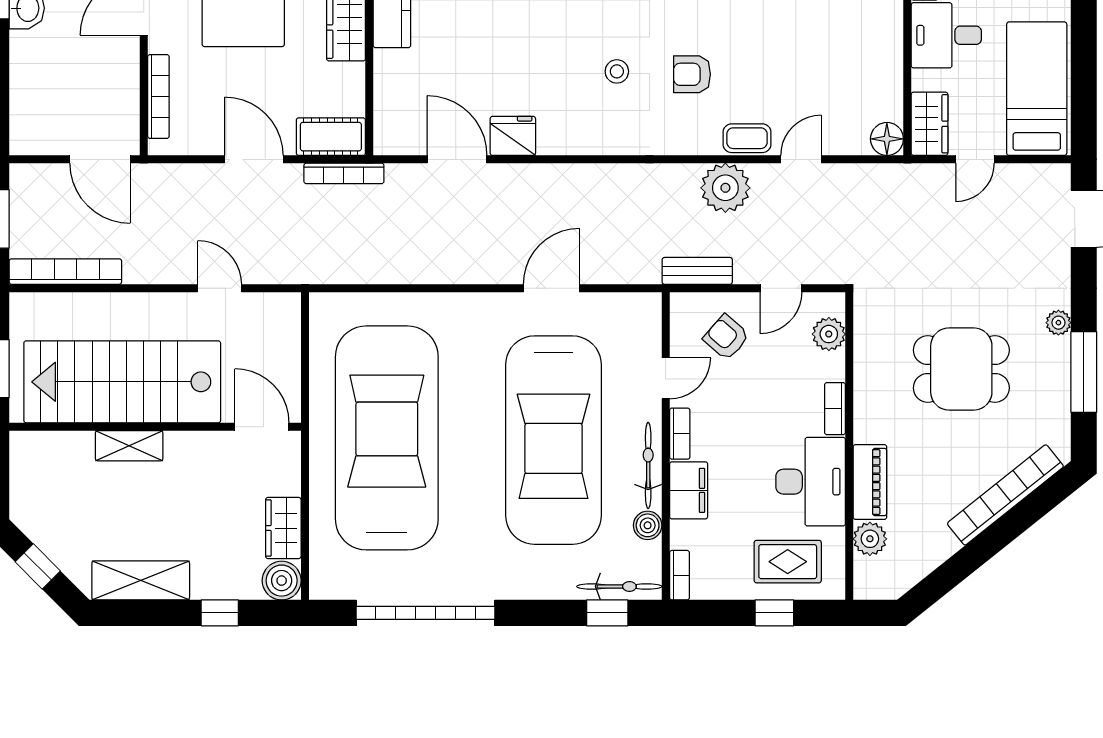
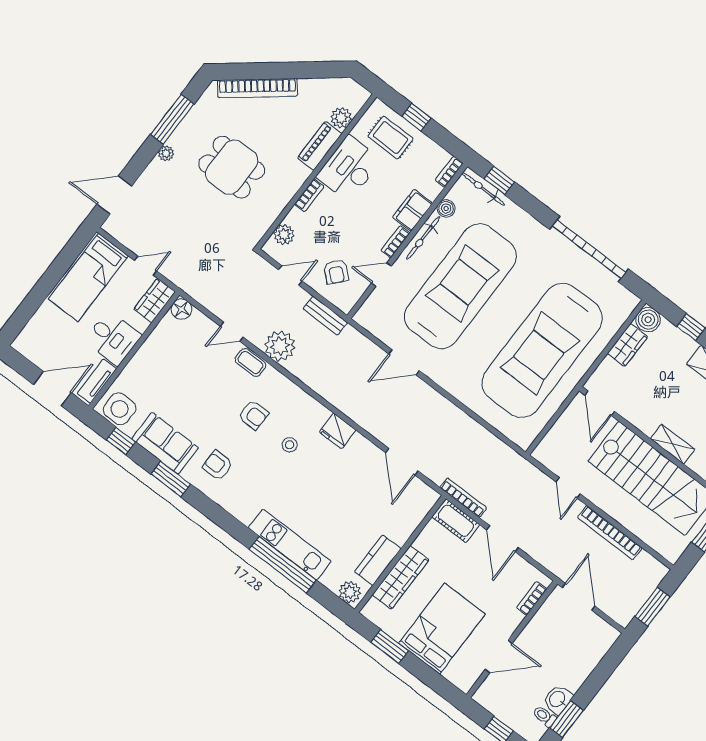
bookcase: (158, 96) -> (532, 598), width x0.64
fridge: (513, 136) -> (338, 431), moved
bookcase: (65, 272) -> (610, 533), moved

